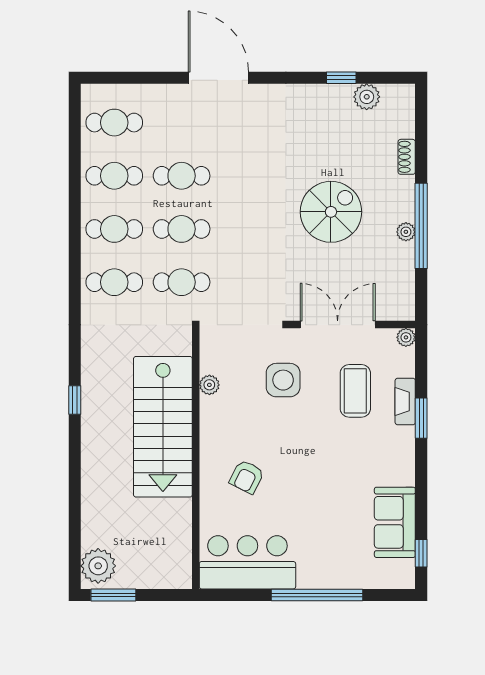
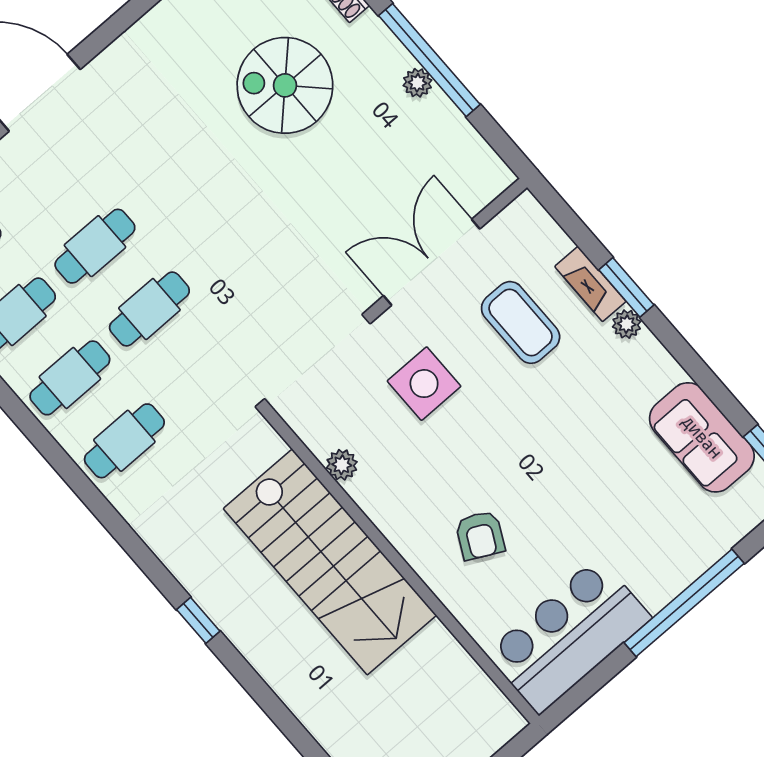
spiral stairs: (331, 212) -> (285, 85), moved, turned -90
cafe table: (182, 282) -> (204, 372), removed
plant: (406, 337) -> (627, 324), moved

